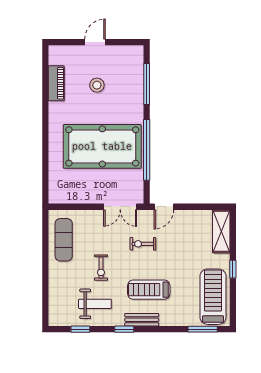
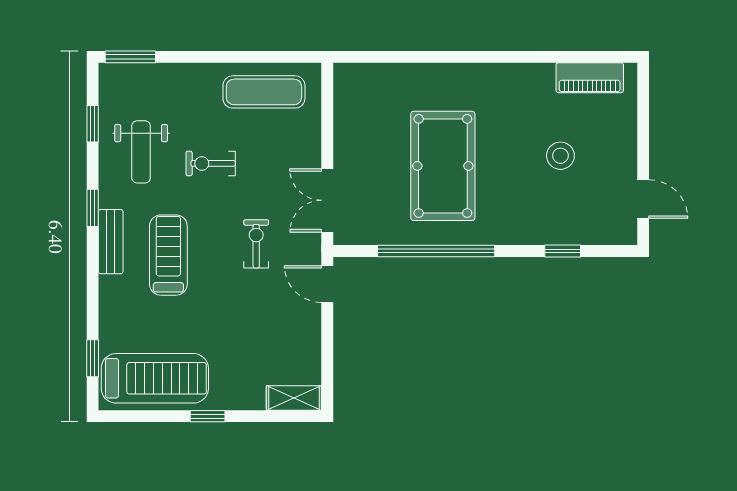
door: (95, 42) -> (643, 199), moved
piano: (56, 83) -> (590, 78), moved
window: (147, 84) -> (563, 251), width x0.46
pool table: (102, 146) -> (443, 166), width x0.73, depth x0.76
shelving: (221, 231) -> (294, 398), width x0.67, depth x0.75
window: (45, 309) -> (130, 57), added
window: (203, 329) -> (93, 358), width x0.67

